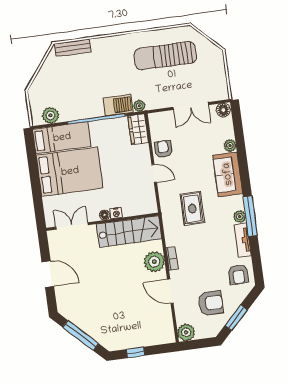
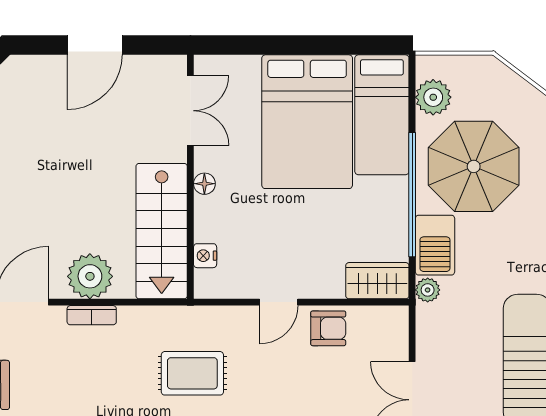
parasol: (80, 92) -> (474, 166), added
nightstand: (116, 213) -> (205, 256), moved

